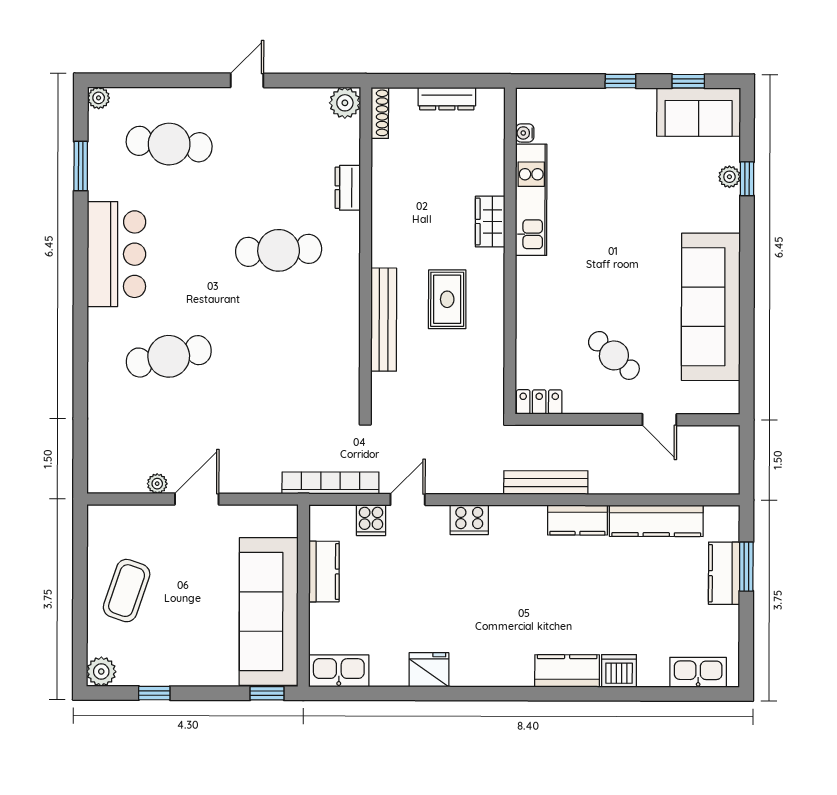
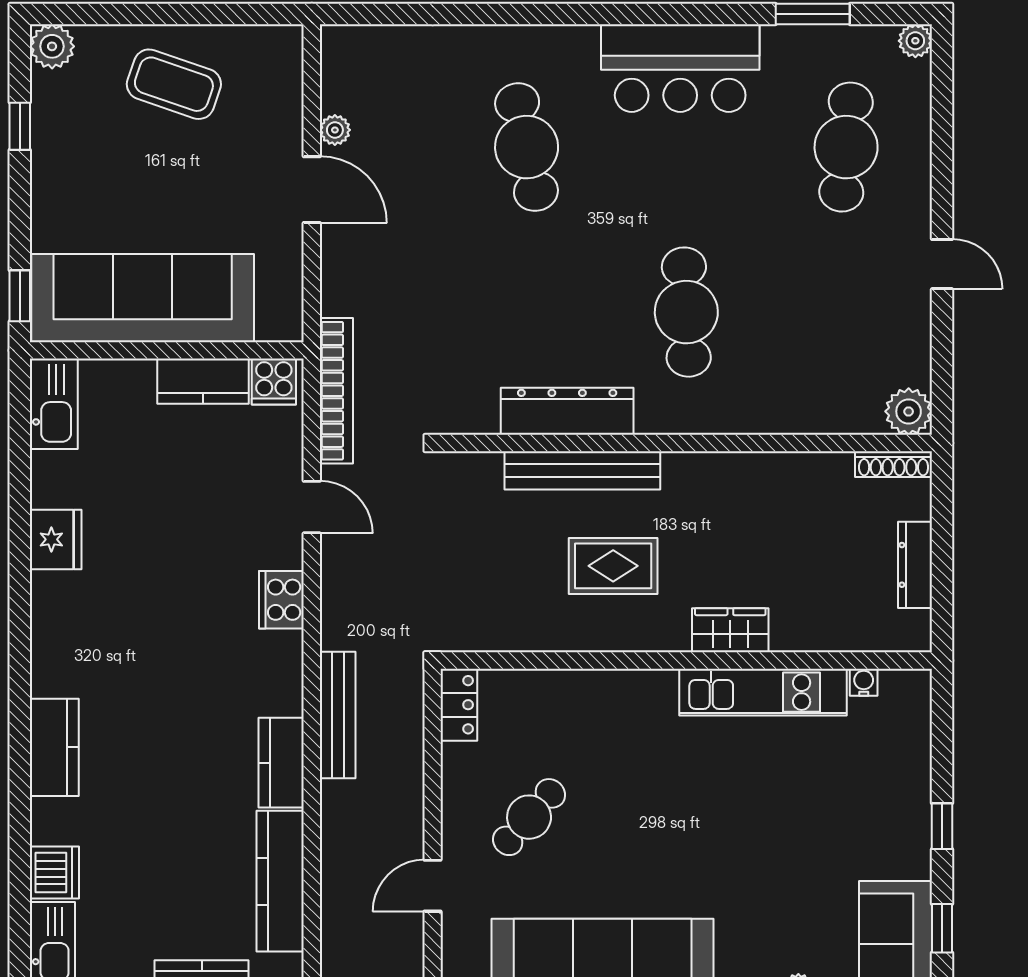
dresser: (348, 188) -> (567, 411), moved, width x1.96, depth x1.24
cooker: (371, 520) -> (274, 382), moved, turned -90
dishwasher: (619, 671) -> (54, 873), moved

